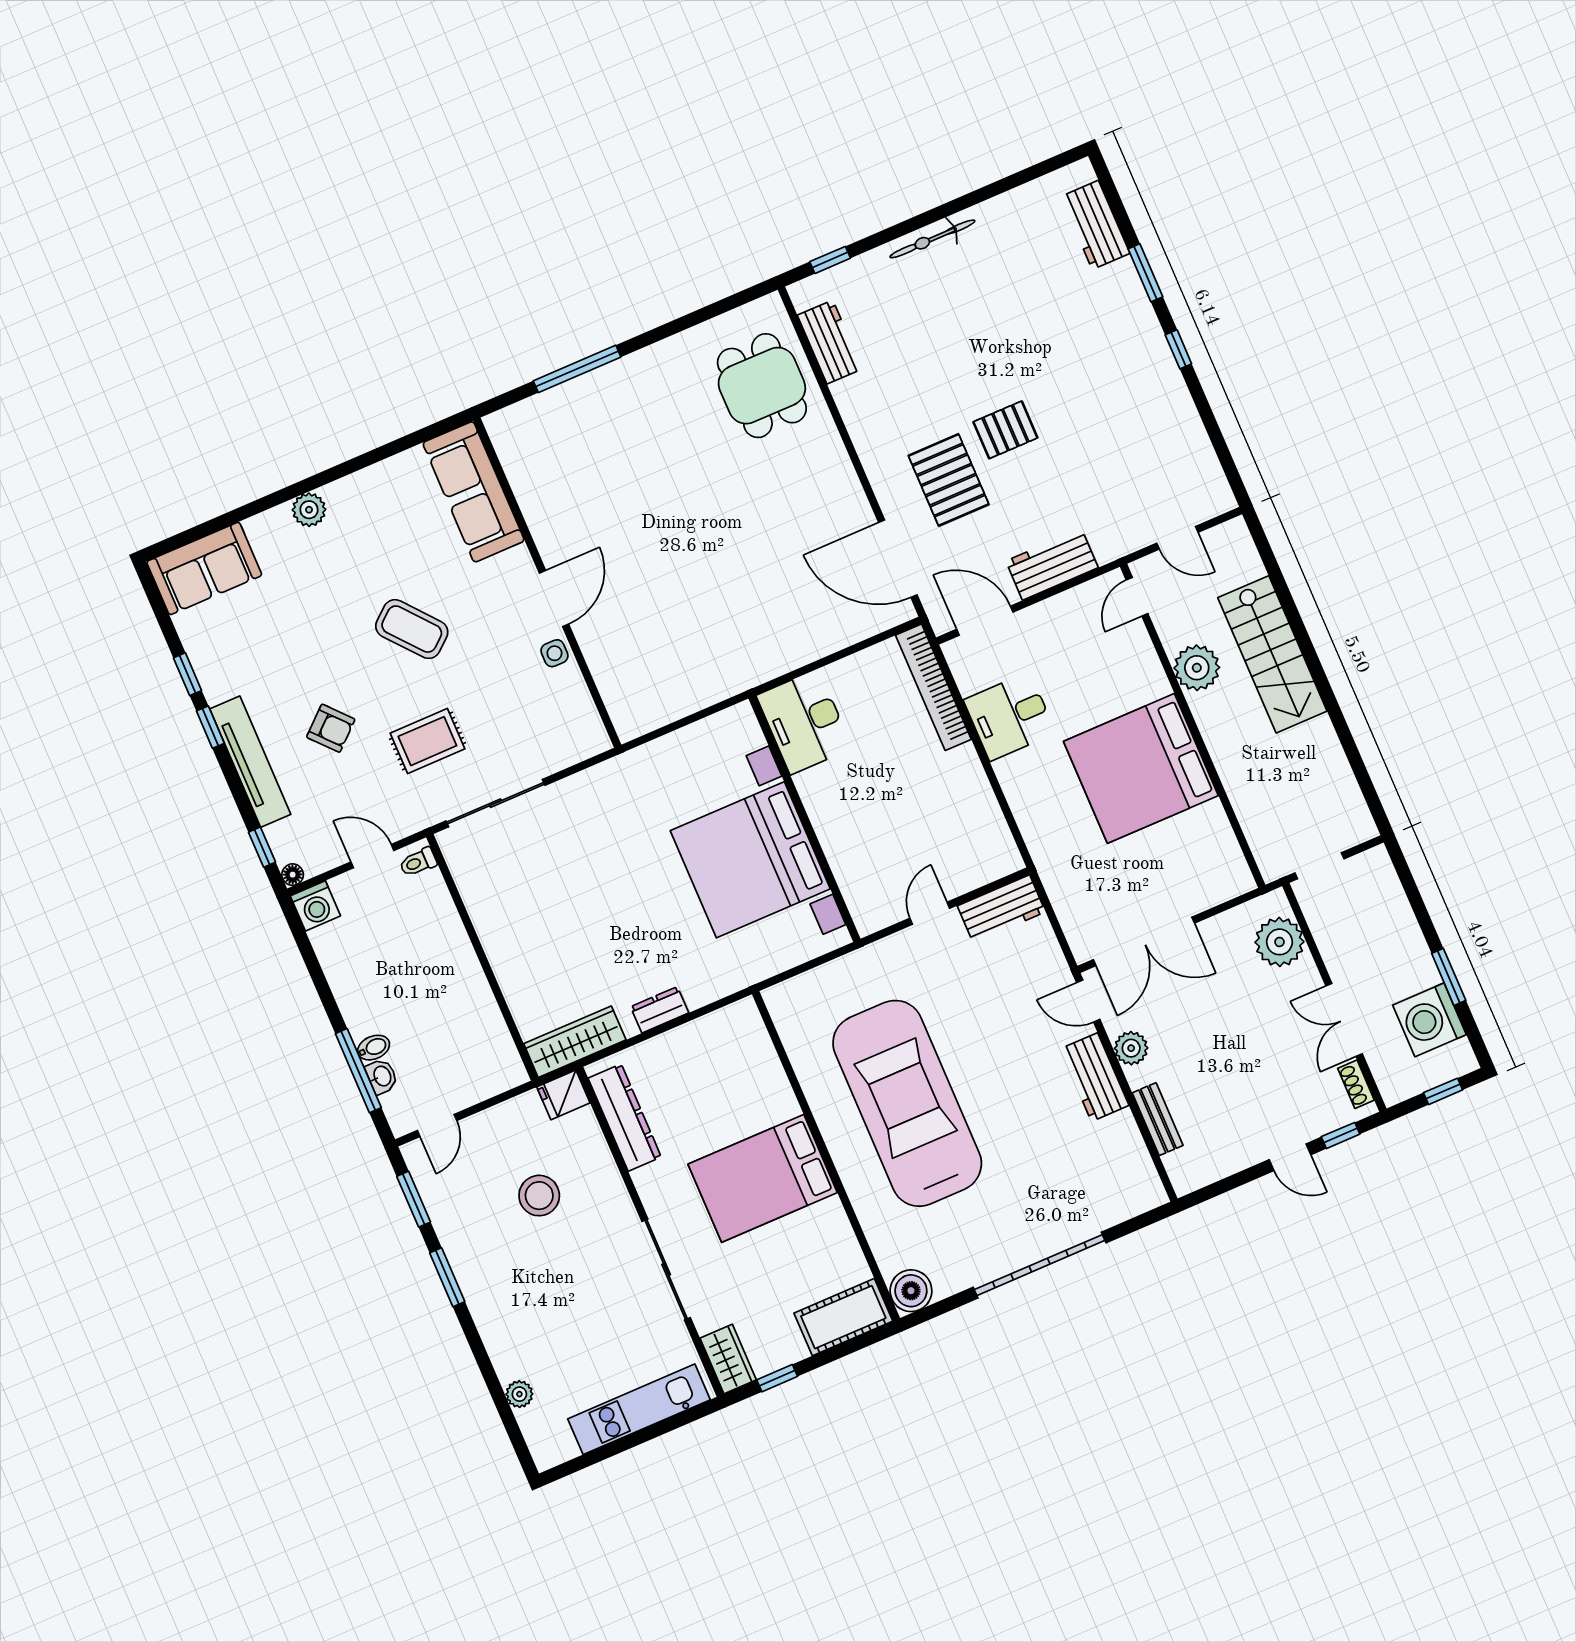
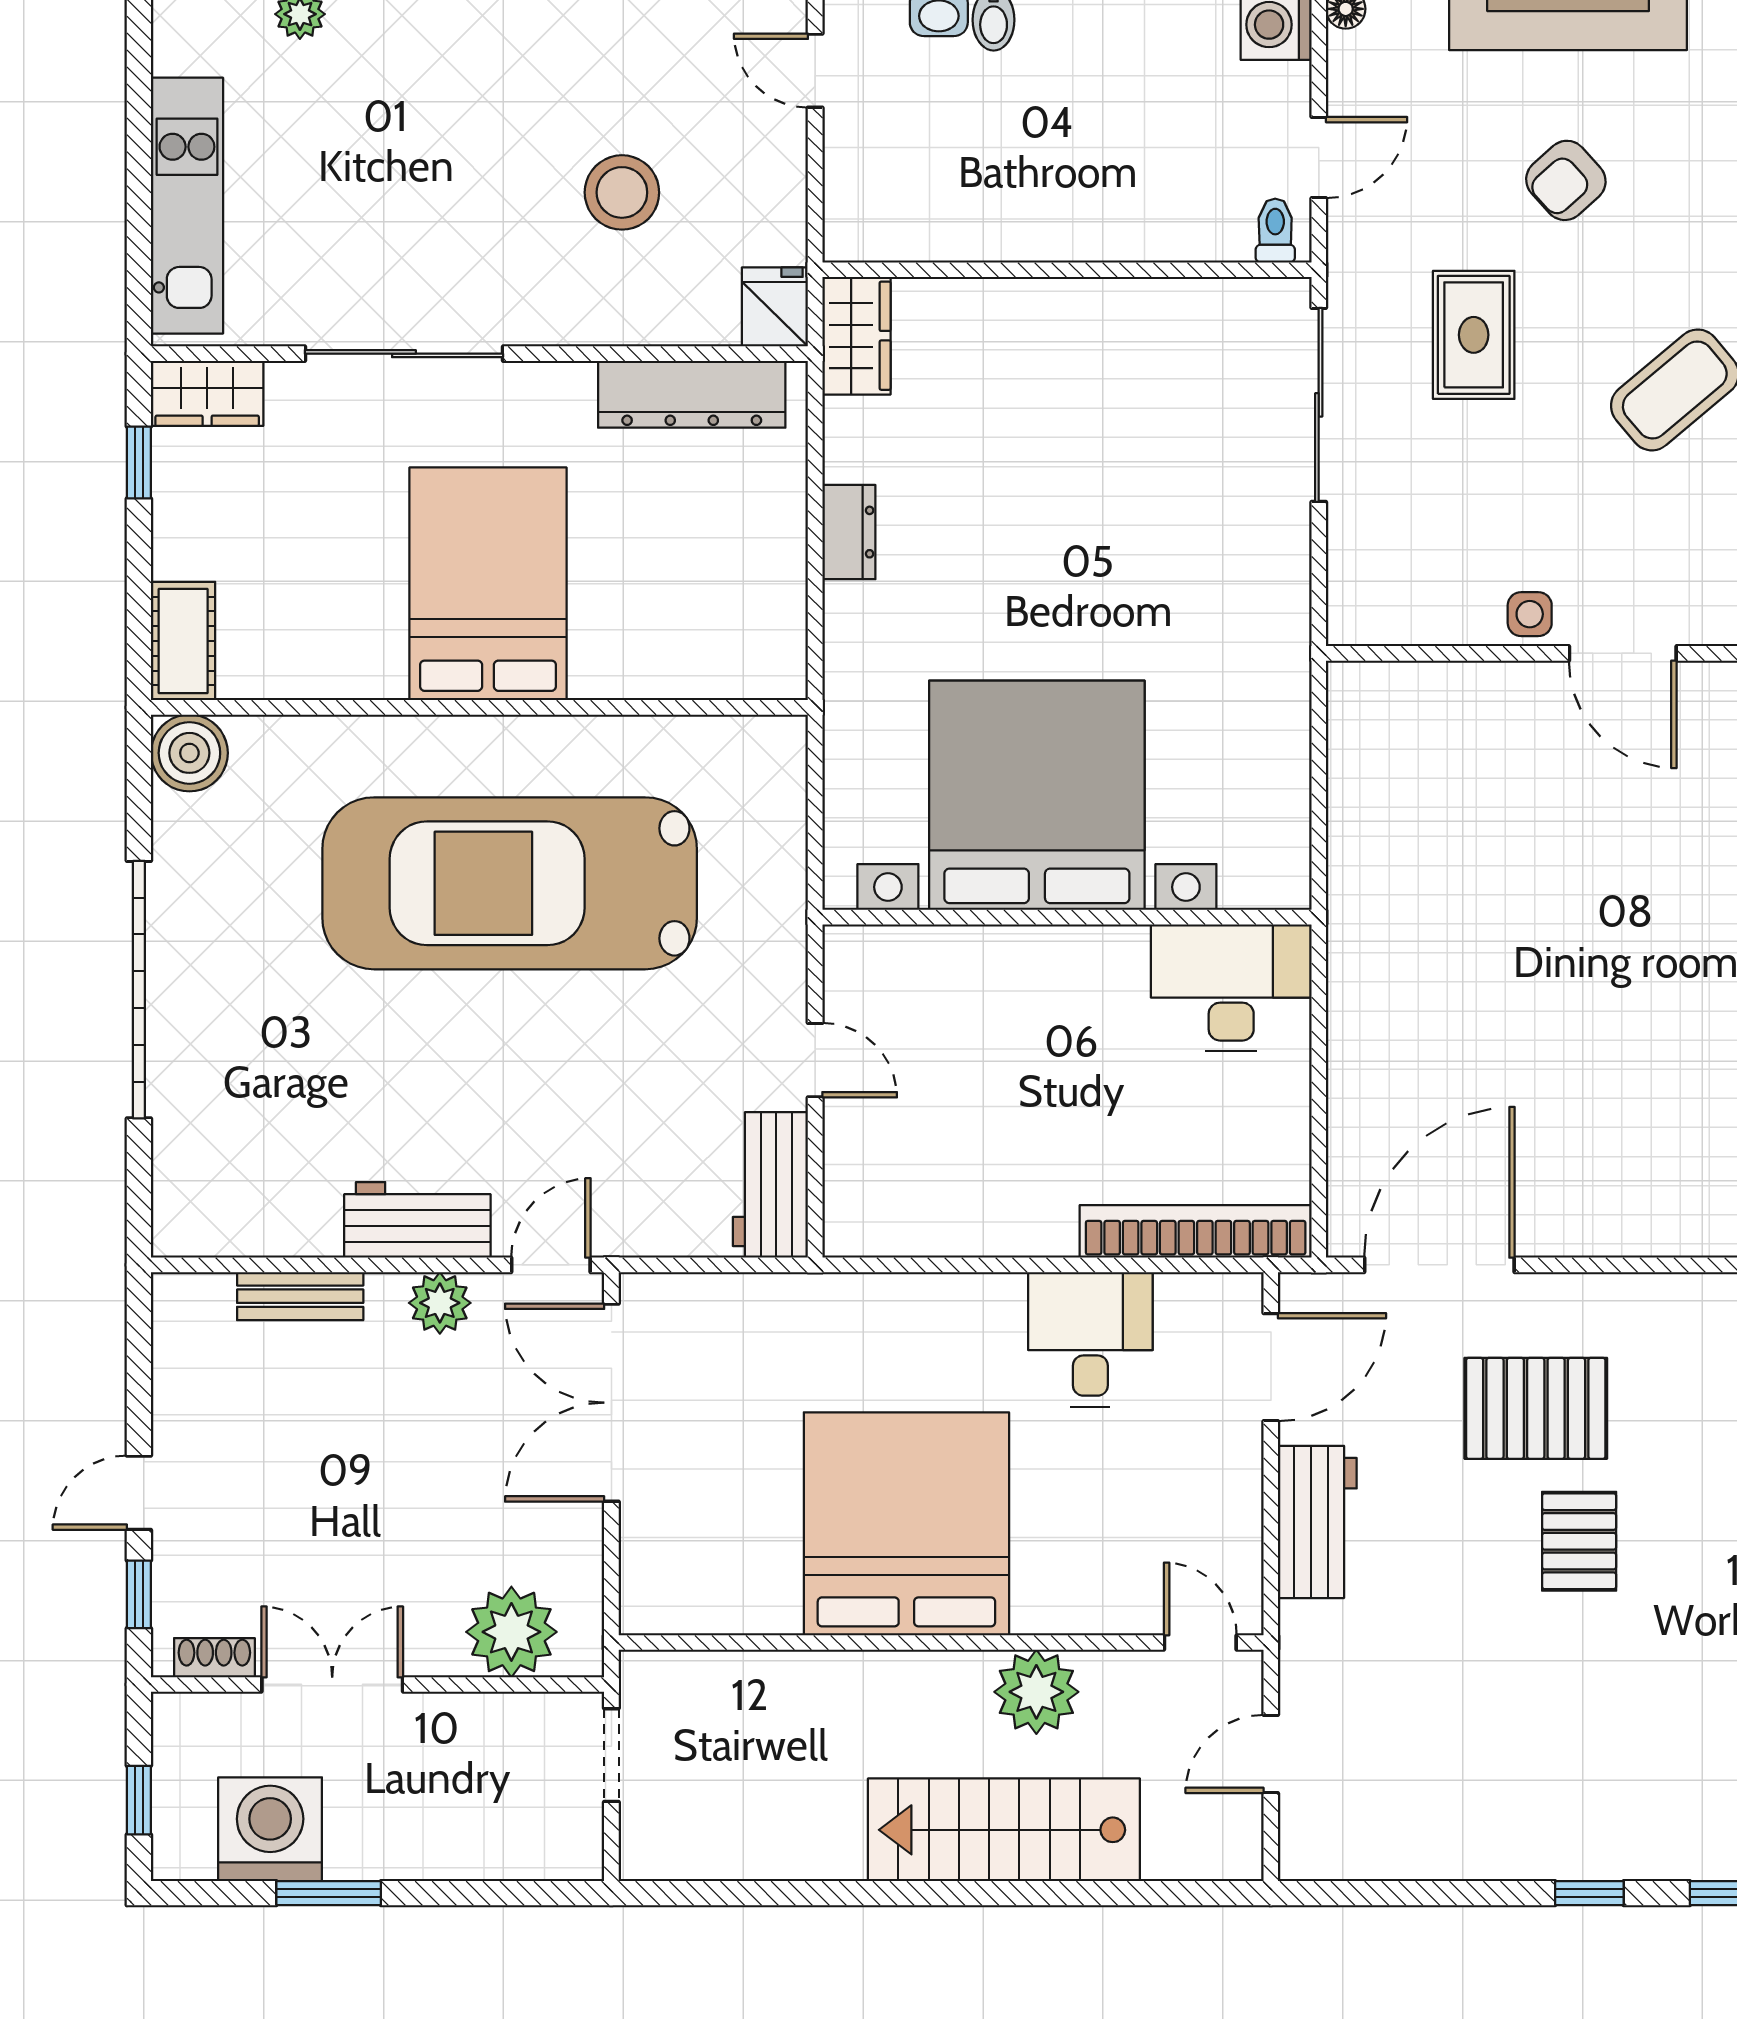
wardrobe: (575, 1042) -> (856, 336), width x0.67
car: (907, 1103) -> (510, 883), turned 180
cot: (843, 1317) -> (183, 641), width x0.73, depth x0.75

